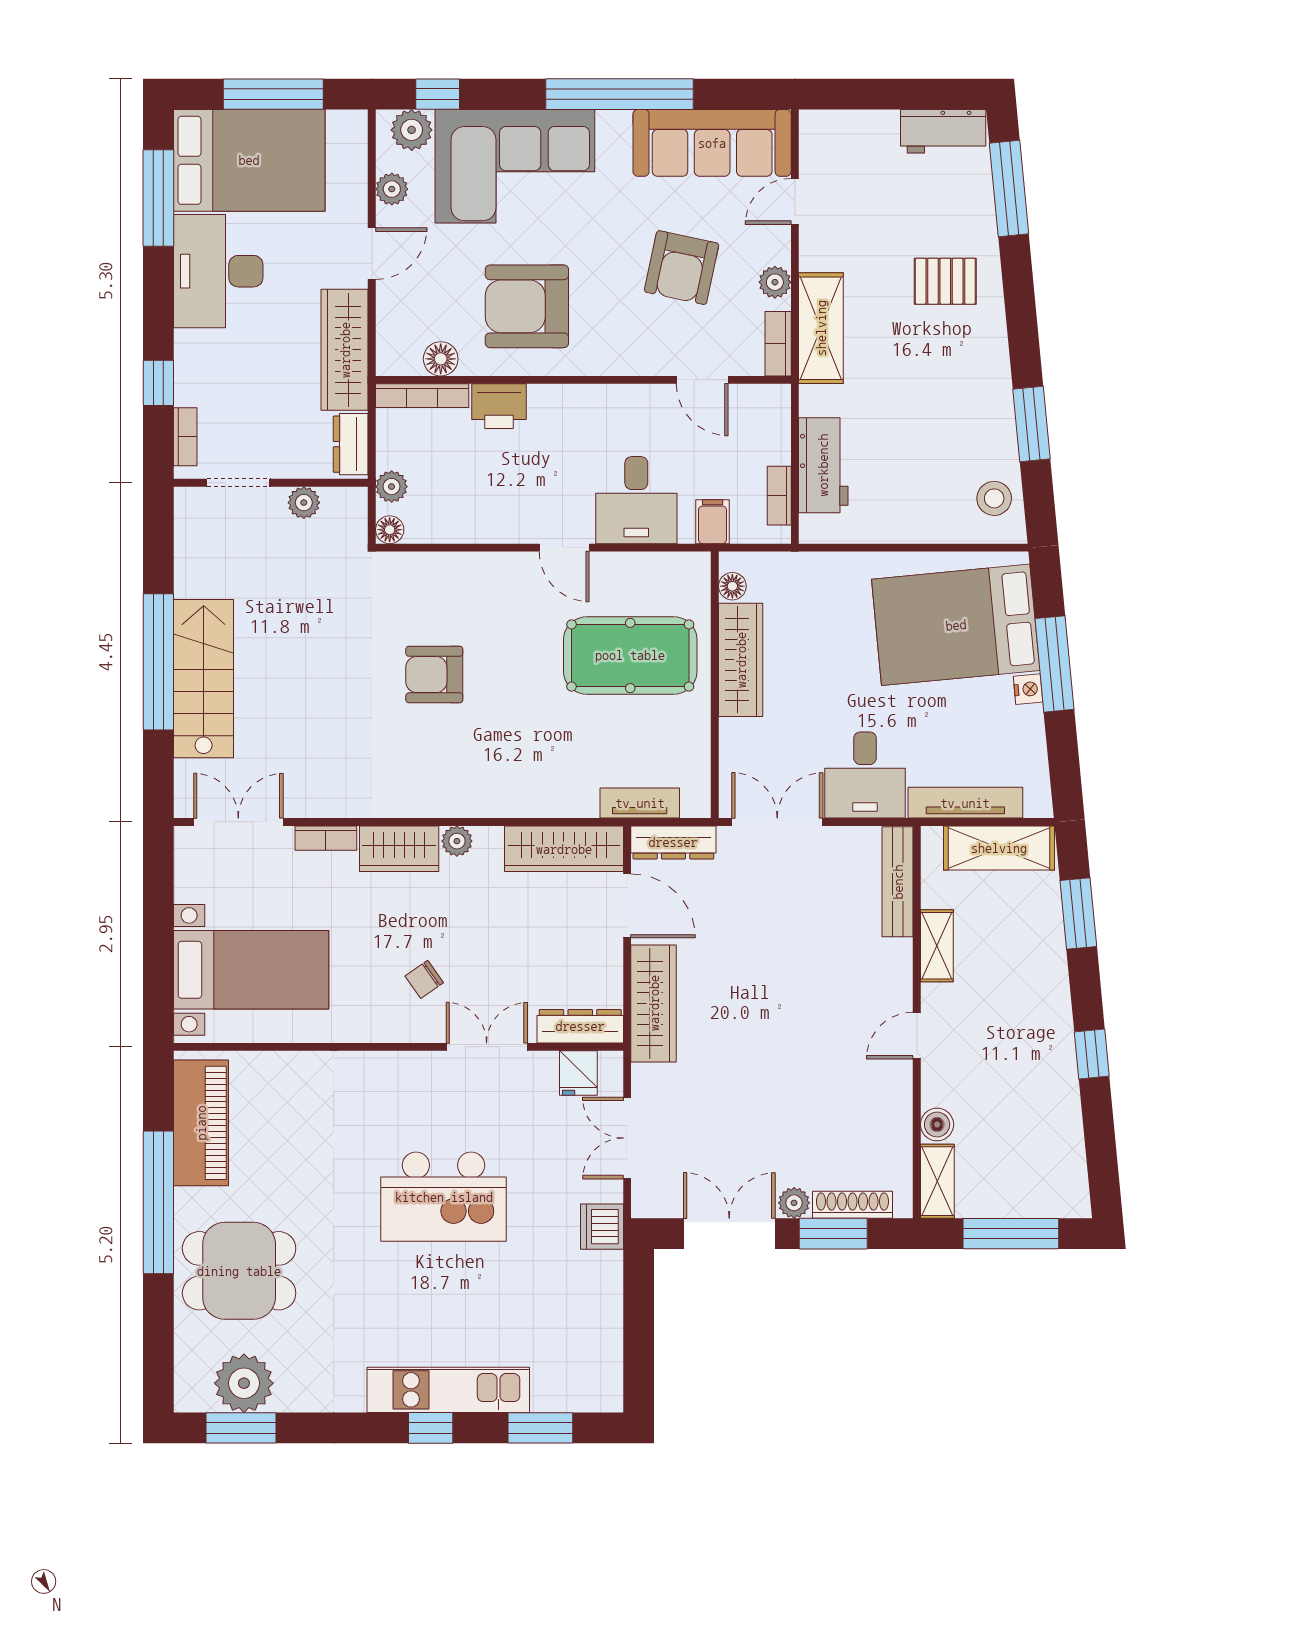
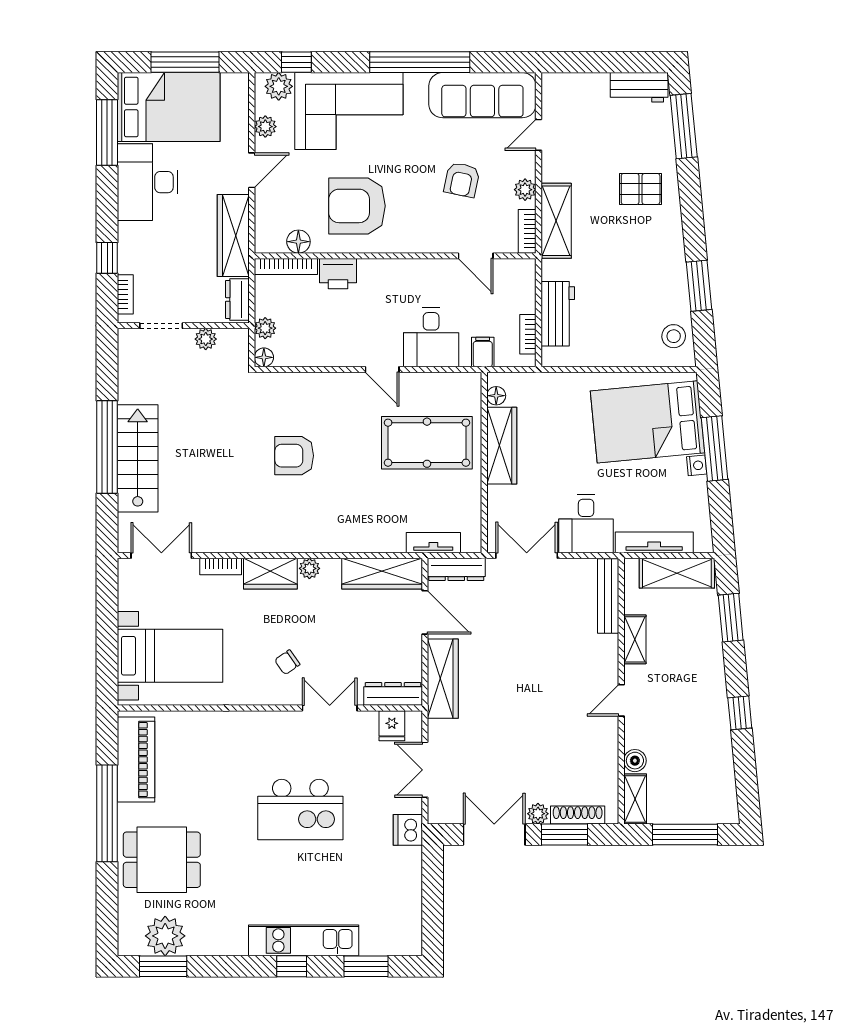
armchair: (682, 268) -> (462, 180), width x0.72, depth x0.72

